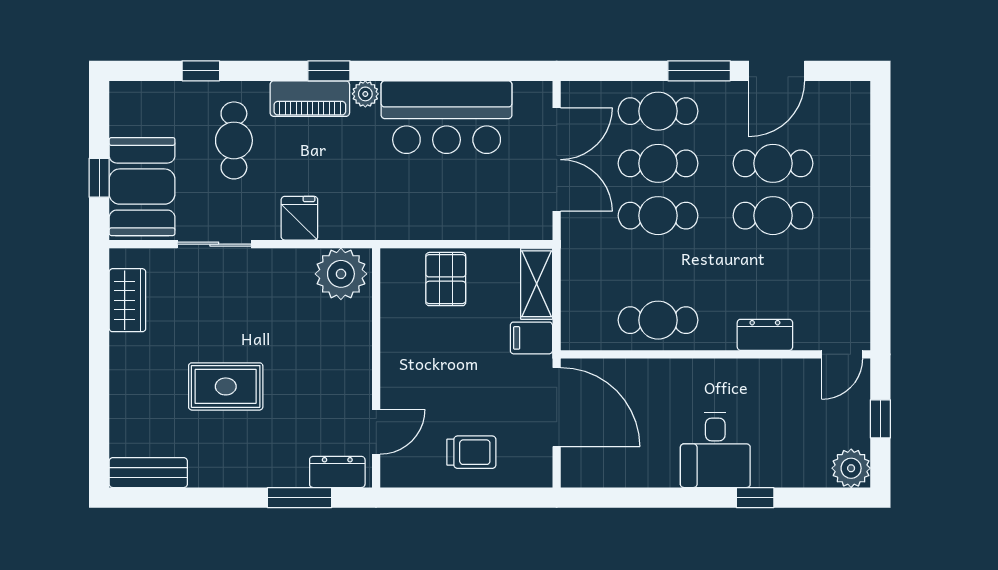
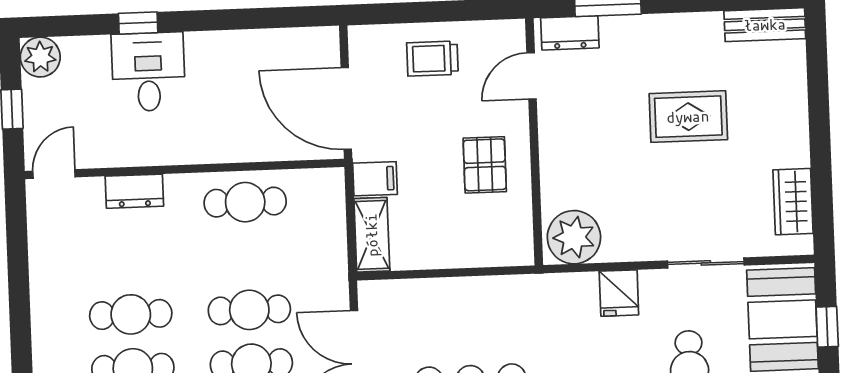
pallet: (446, 279) -> (485, 165), moved
desk: (715, 450) -> (148, 72), moved

